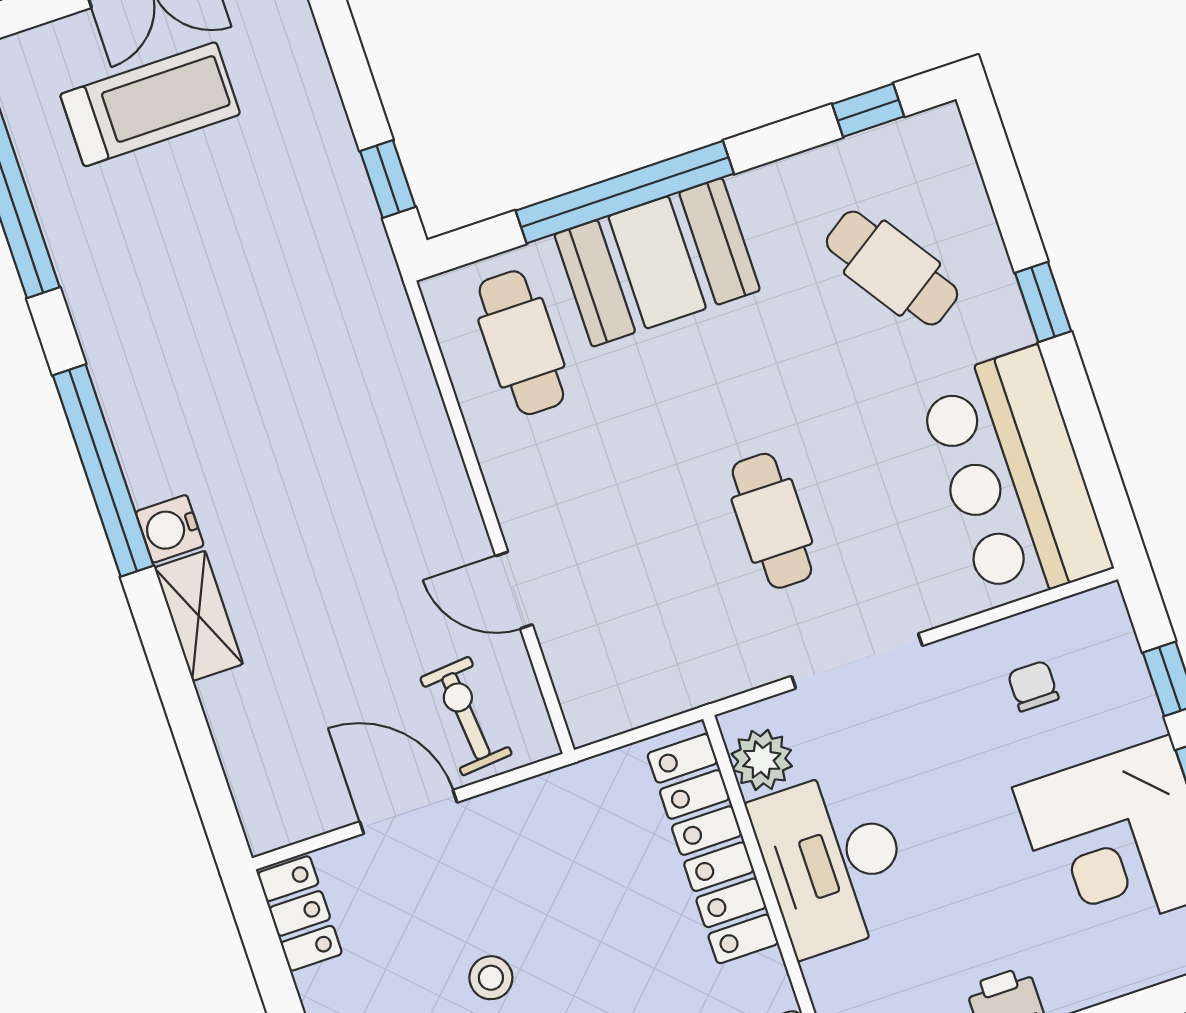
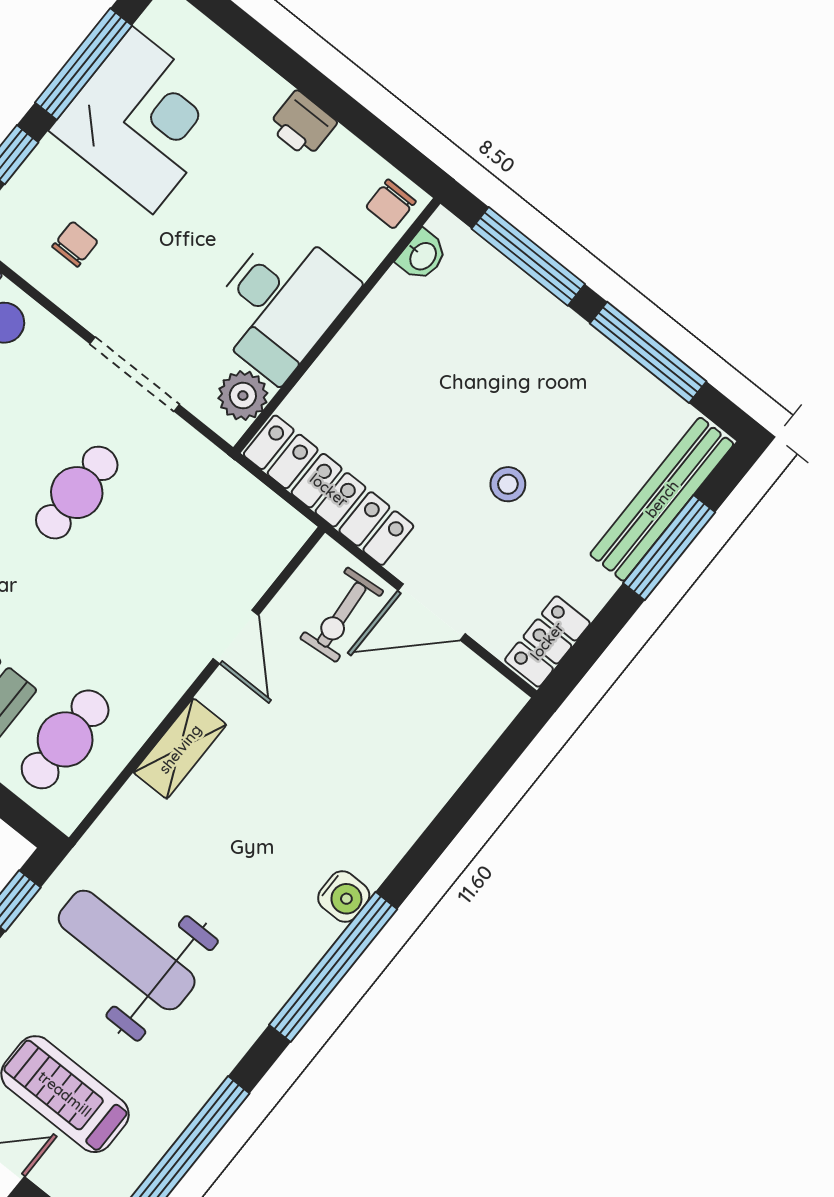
weight bench: (260, 266) -> (127, 950), added
shelving: (199, 616) -> (180, 749), moved
chair: (1033, 686) -> (75, 244), turned 180
door: (408, 812) -> (432, 612), hinge flipped
locker: (713, 849) -> (329, 490), moved, turned -90

